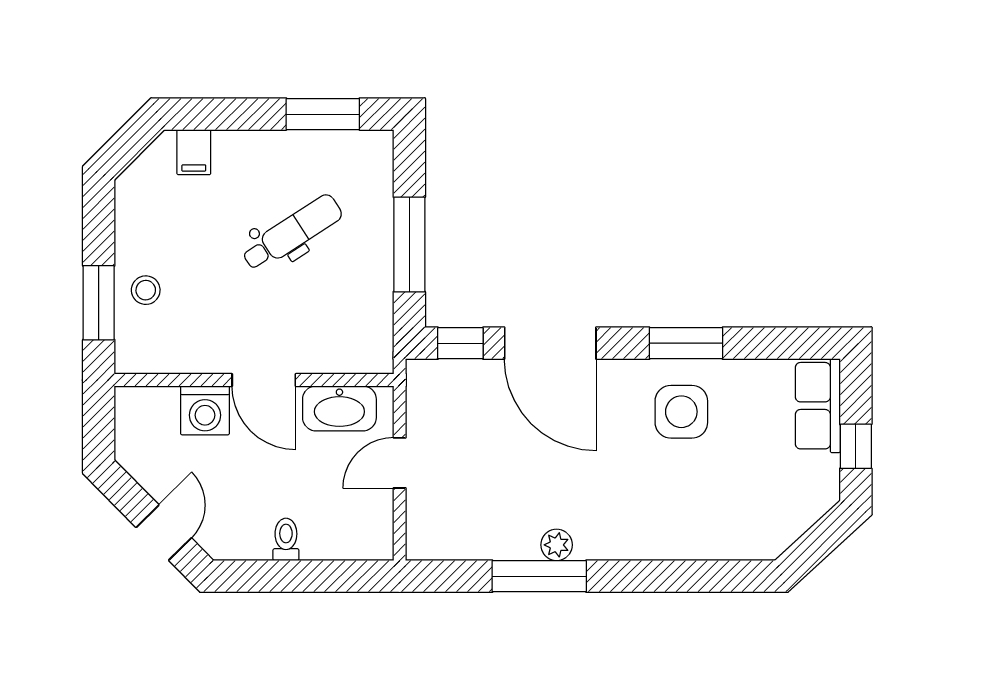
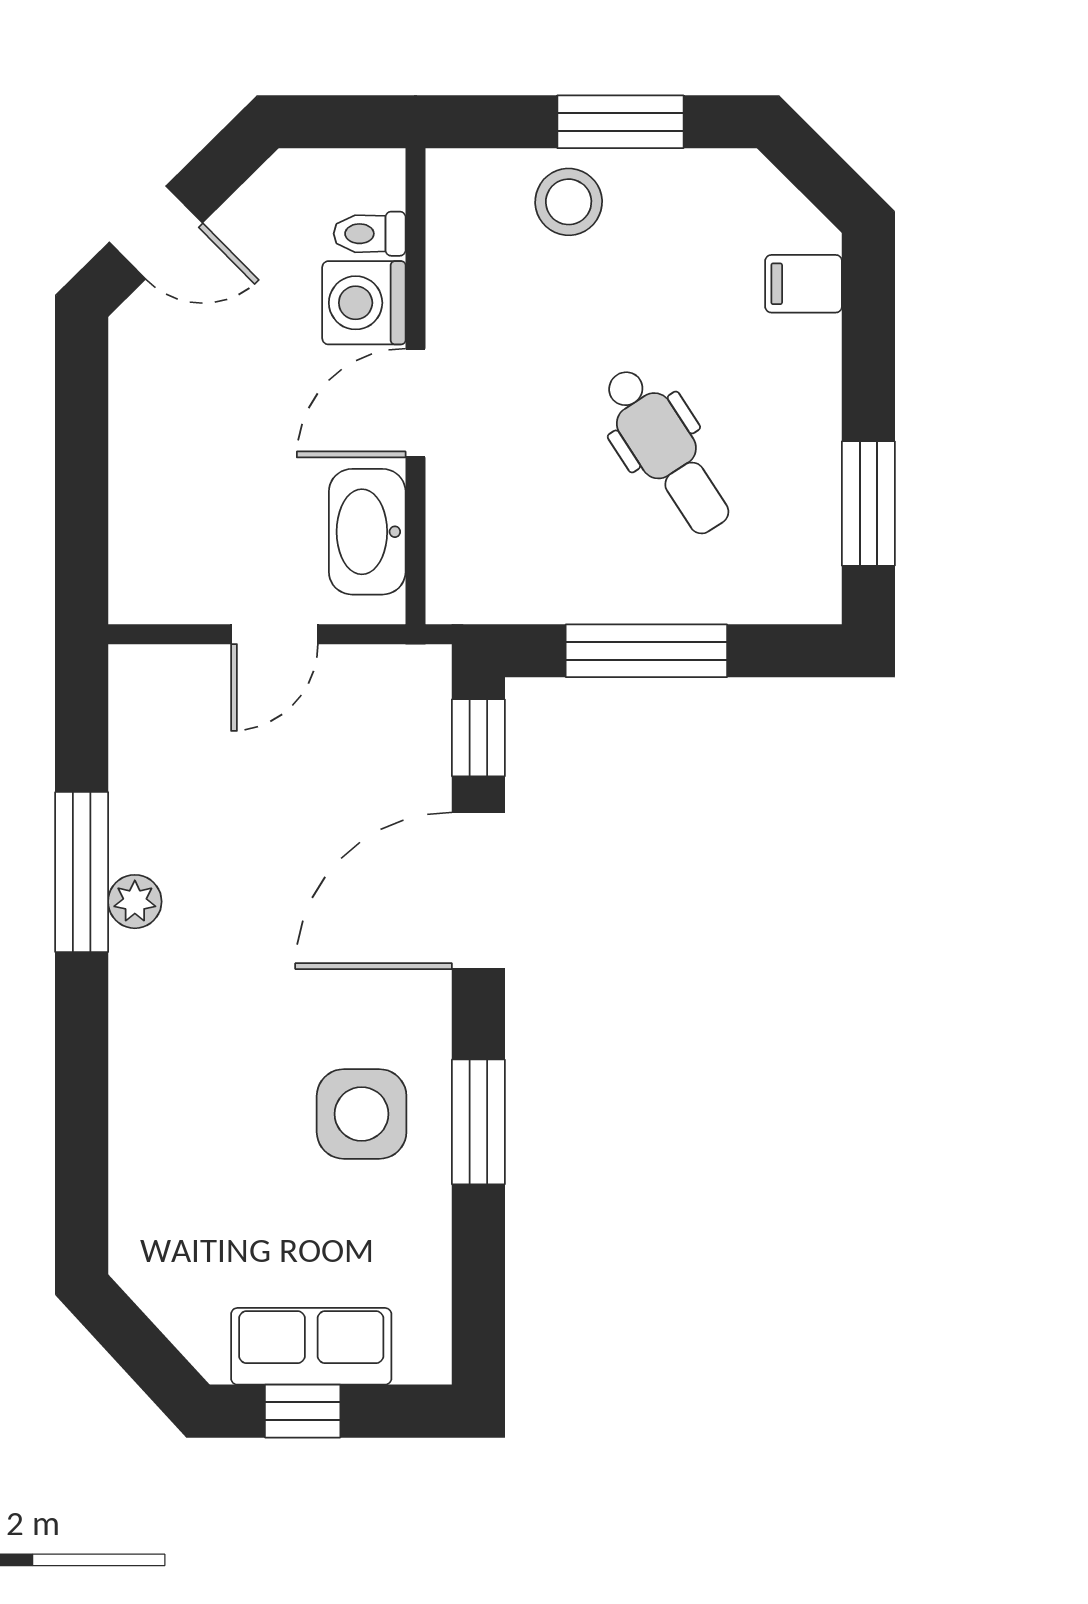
stool: (146, 290) -> (569, 202), width x1.37, depth x1.37
window: (99, 303) -> (620, 122), moved
row of seats: (818, 406) -> (311, 1346), moved
door: (400, 463) -> (274, 634), swing flipped
toilet: (286, 539) -> (370, 234), moved, turned 180

